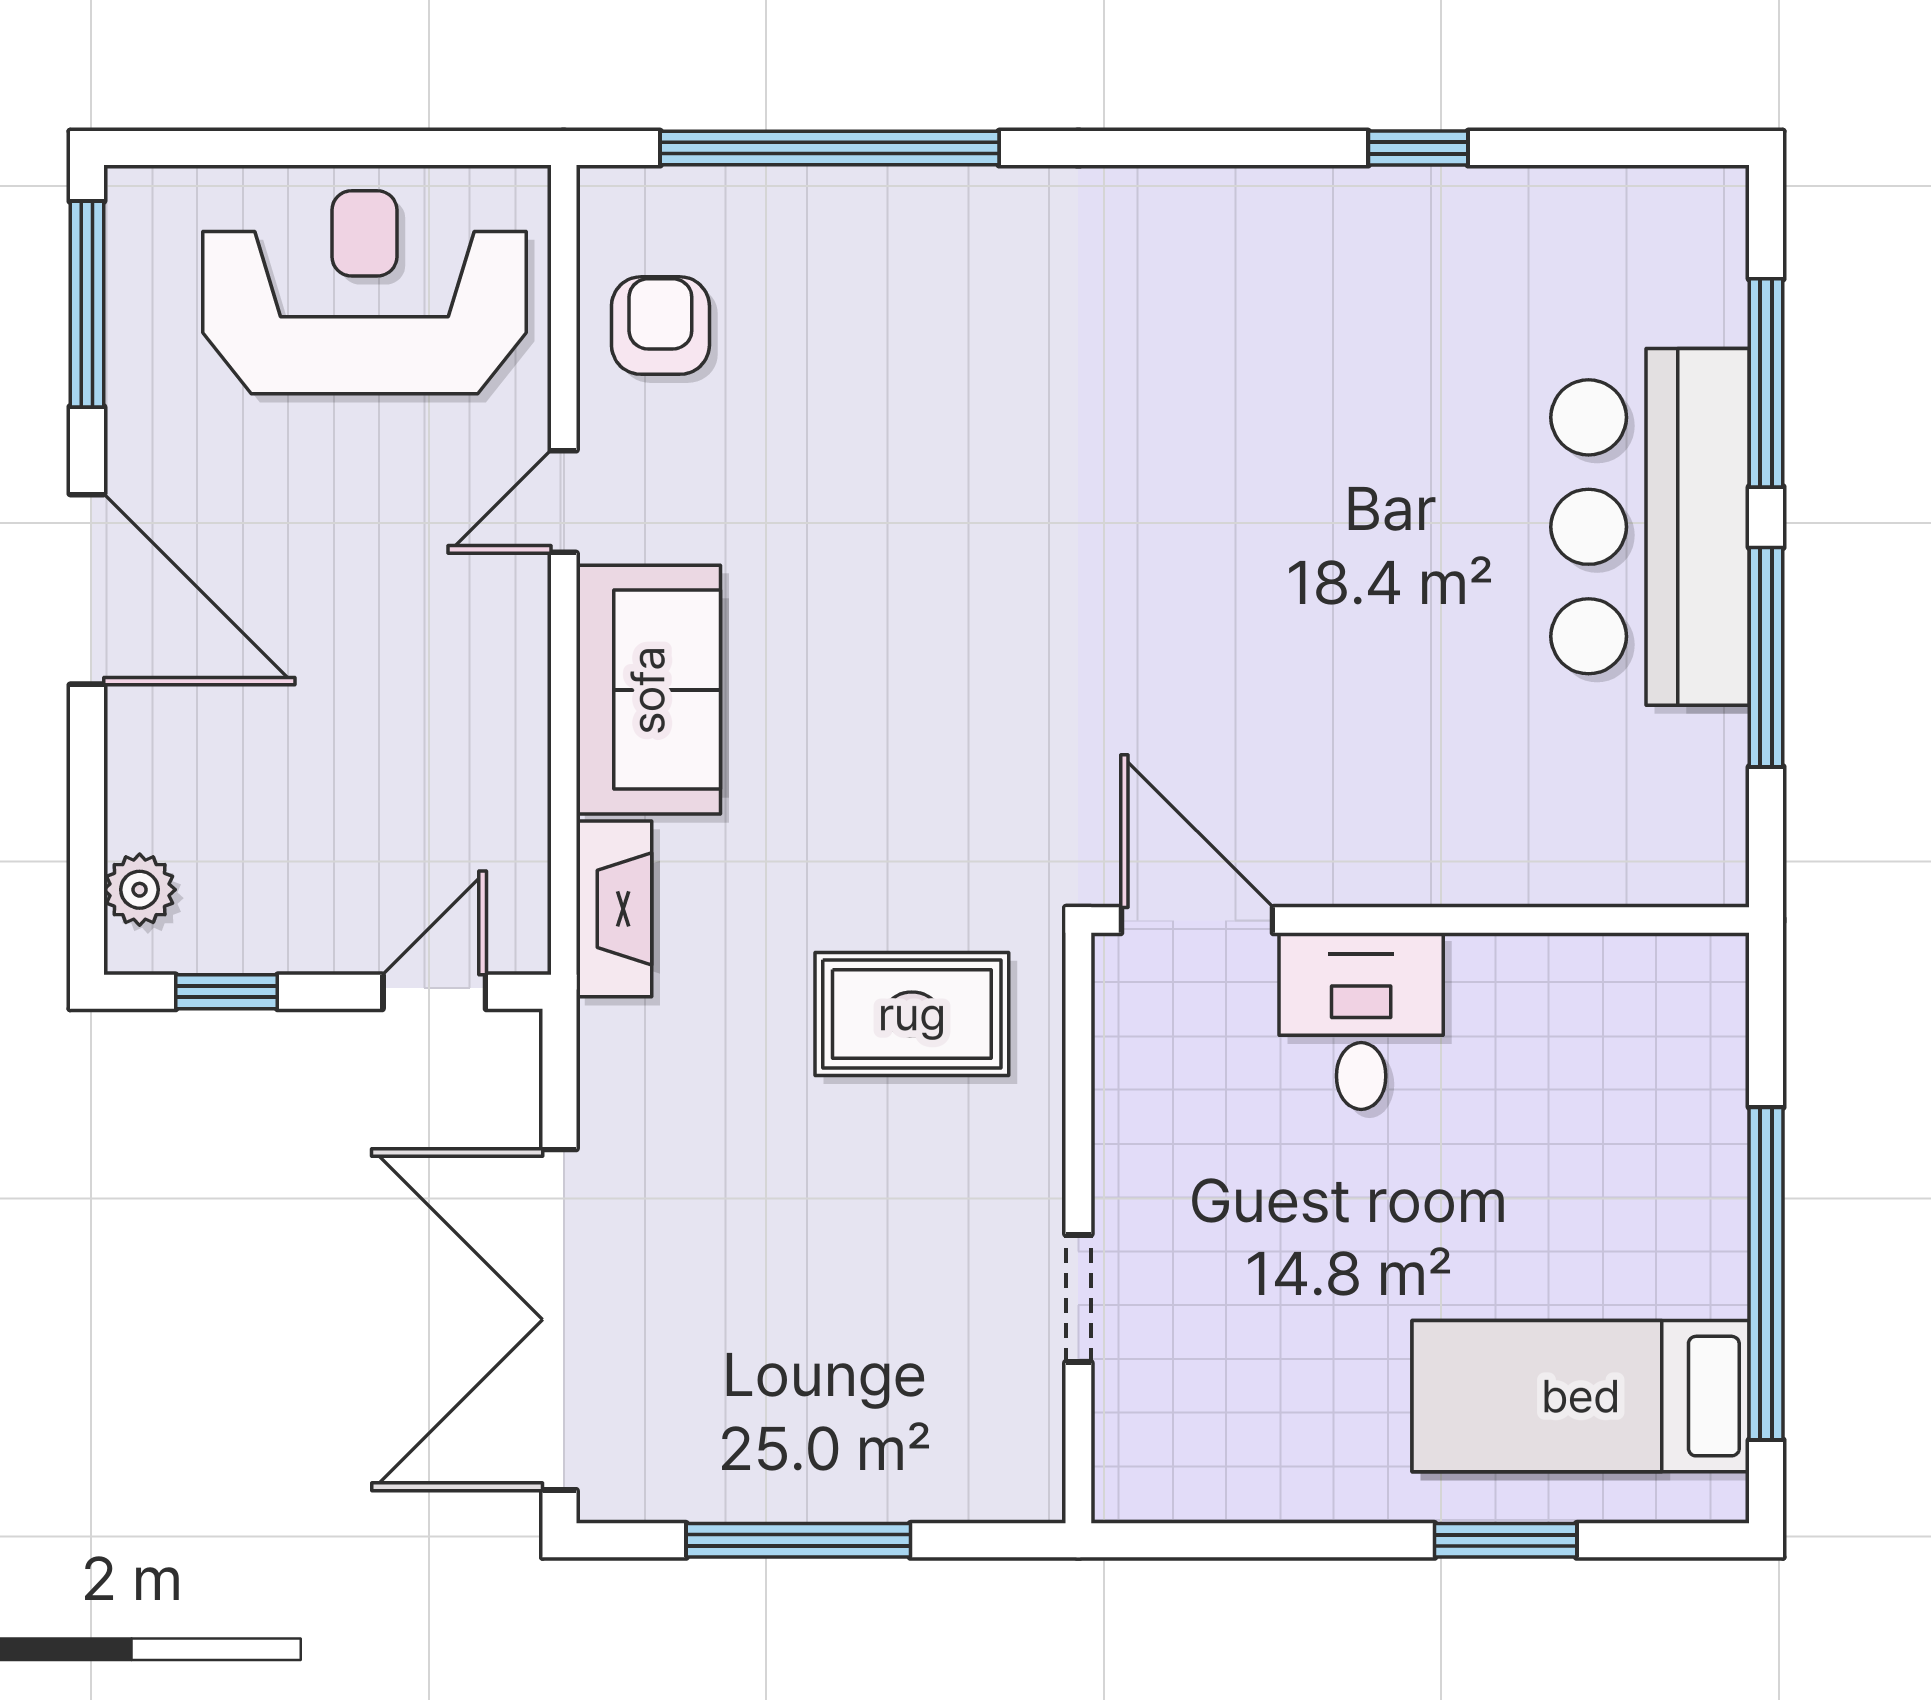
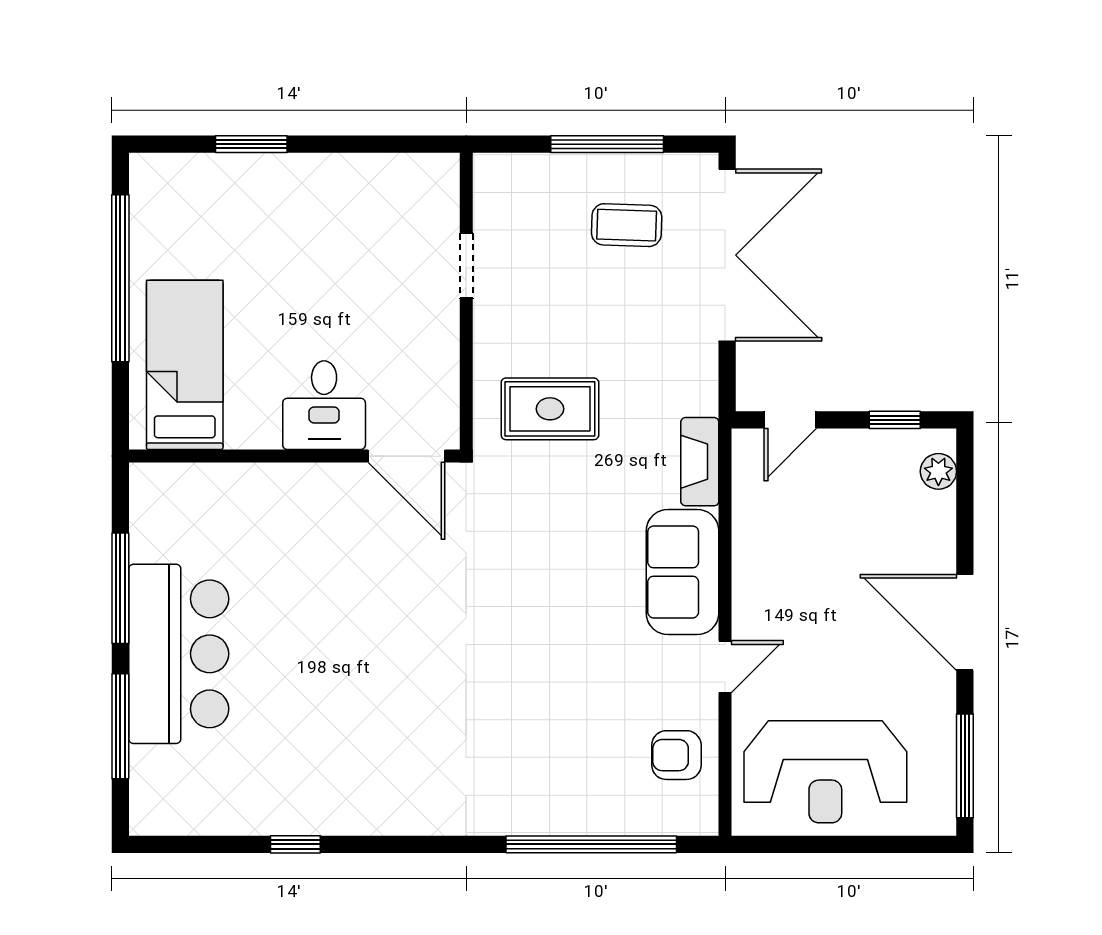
armchair: (660, 326) -> (676, 755), turned 90
coffee table: (760, 1379) -> (627, 225), added
bed: (1581, 1396) -> (185, 365), moved, turned -90

